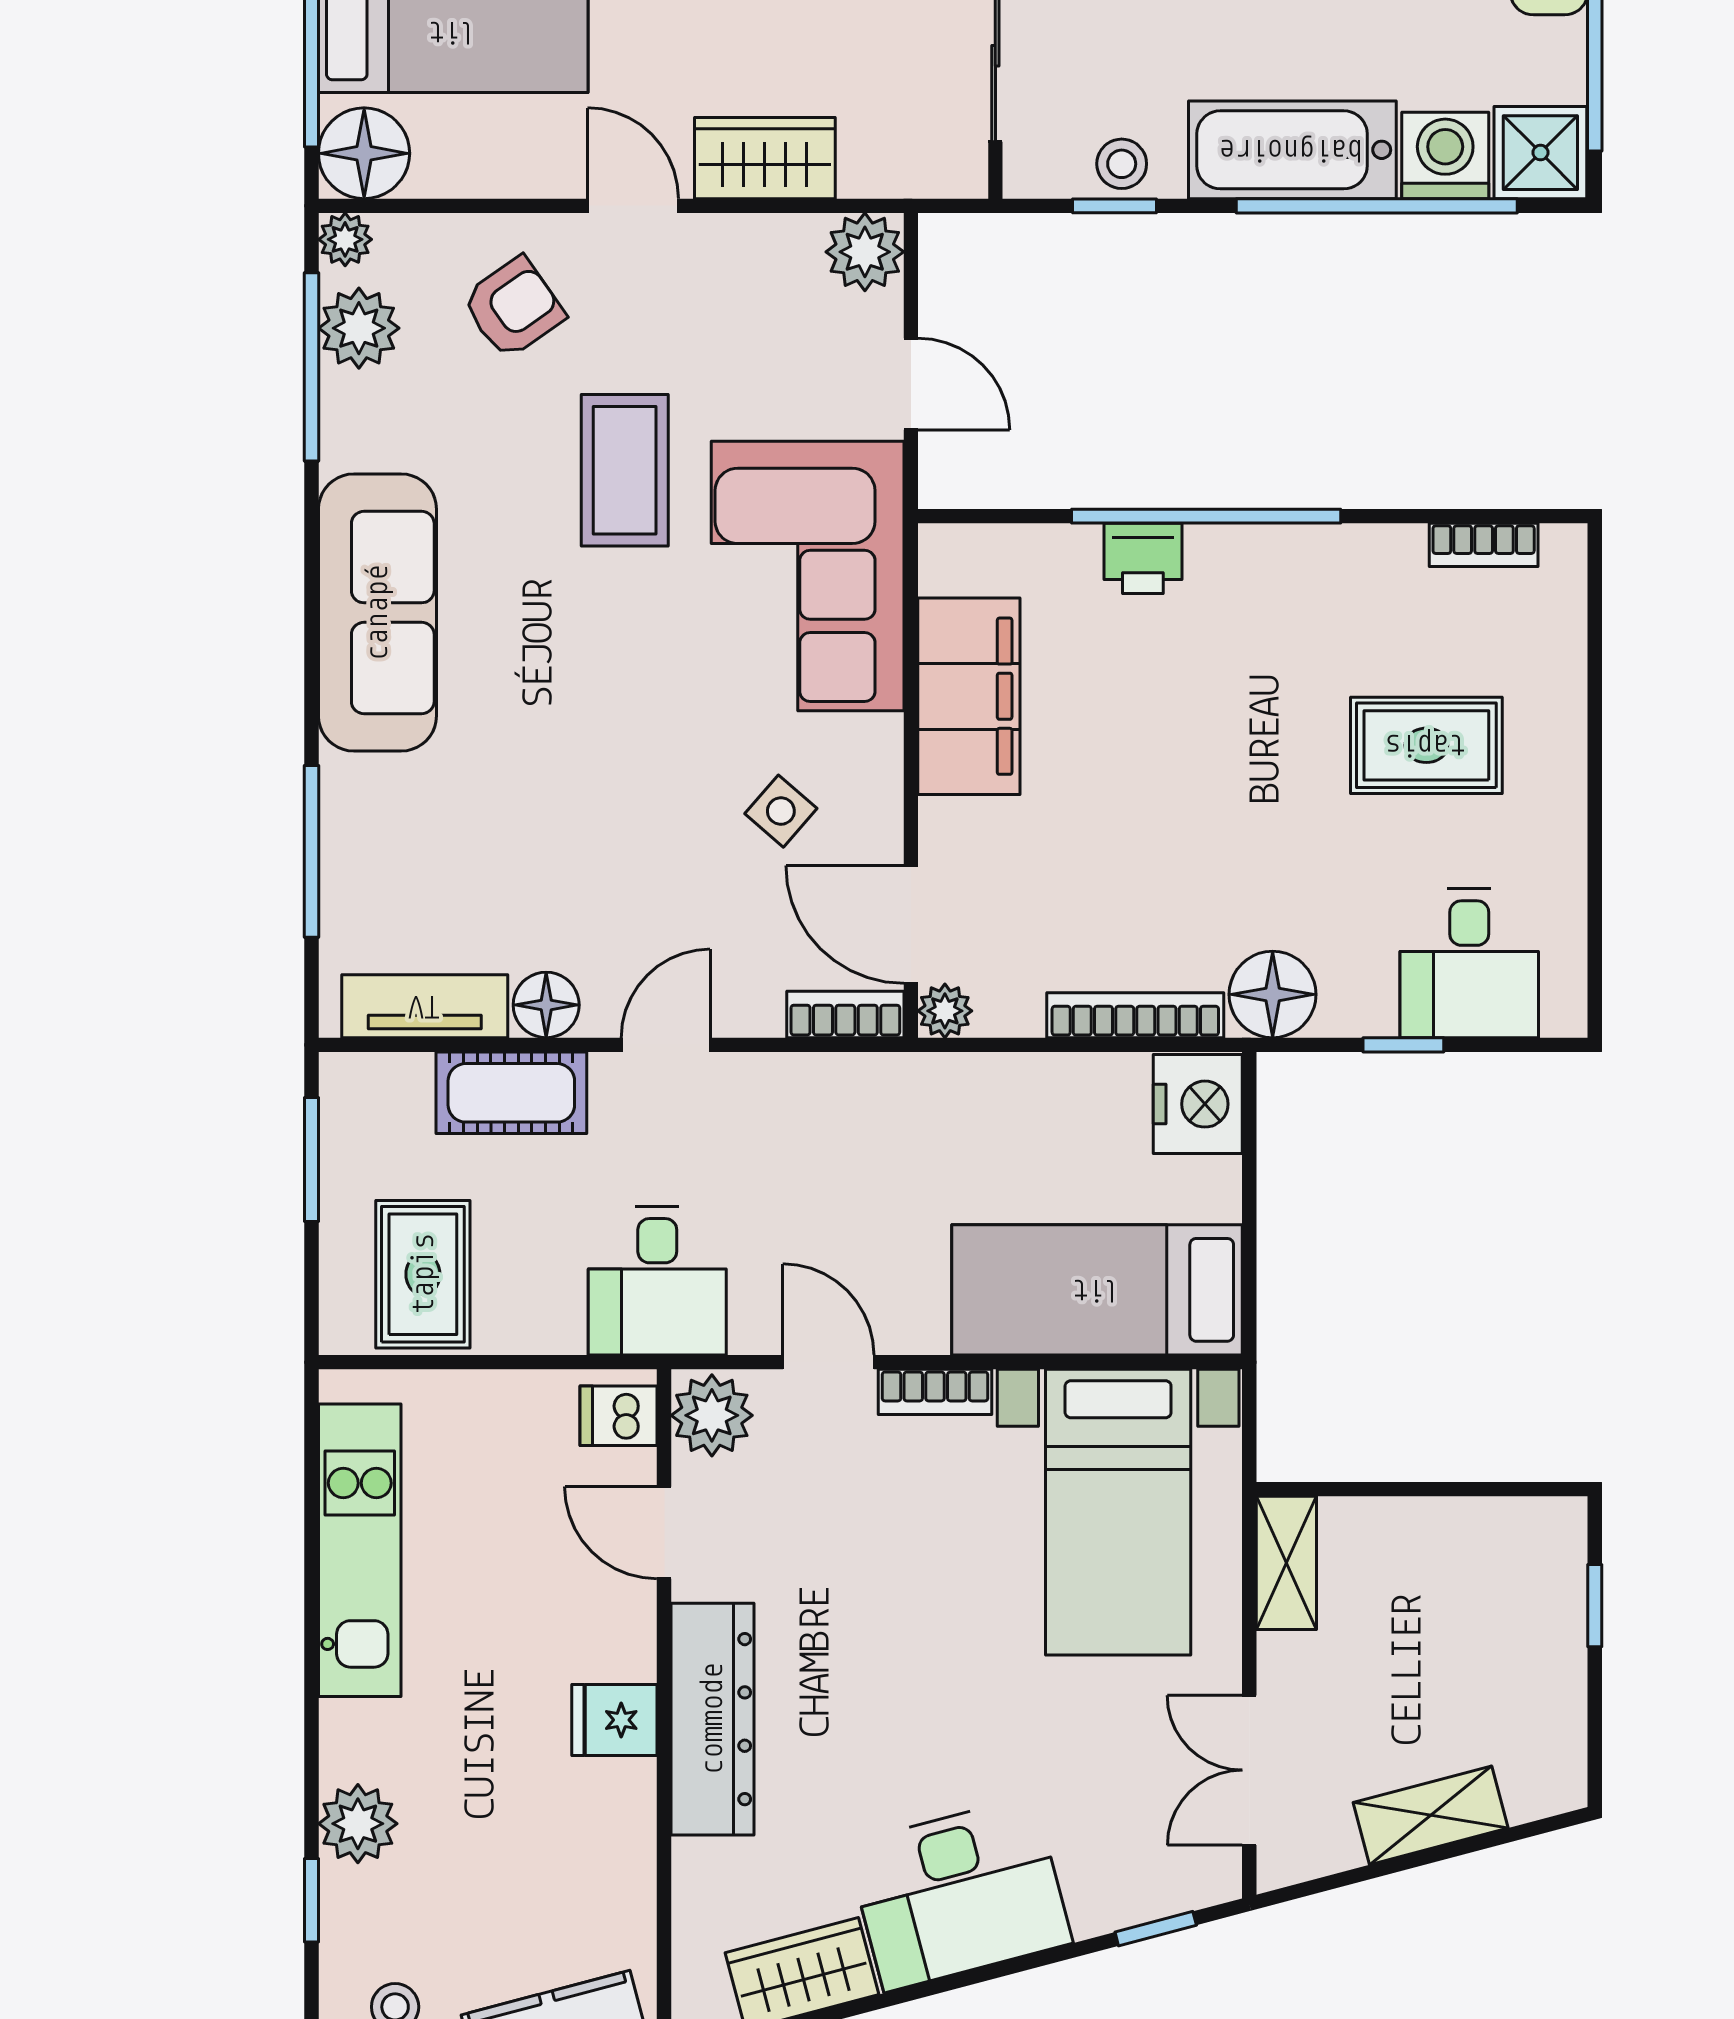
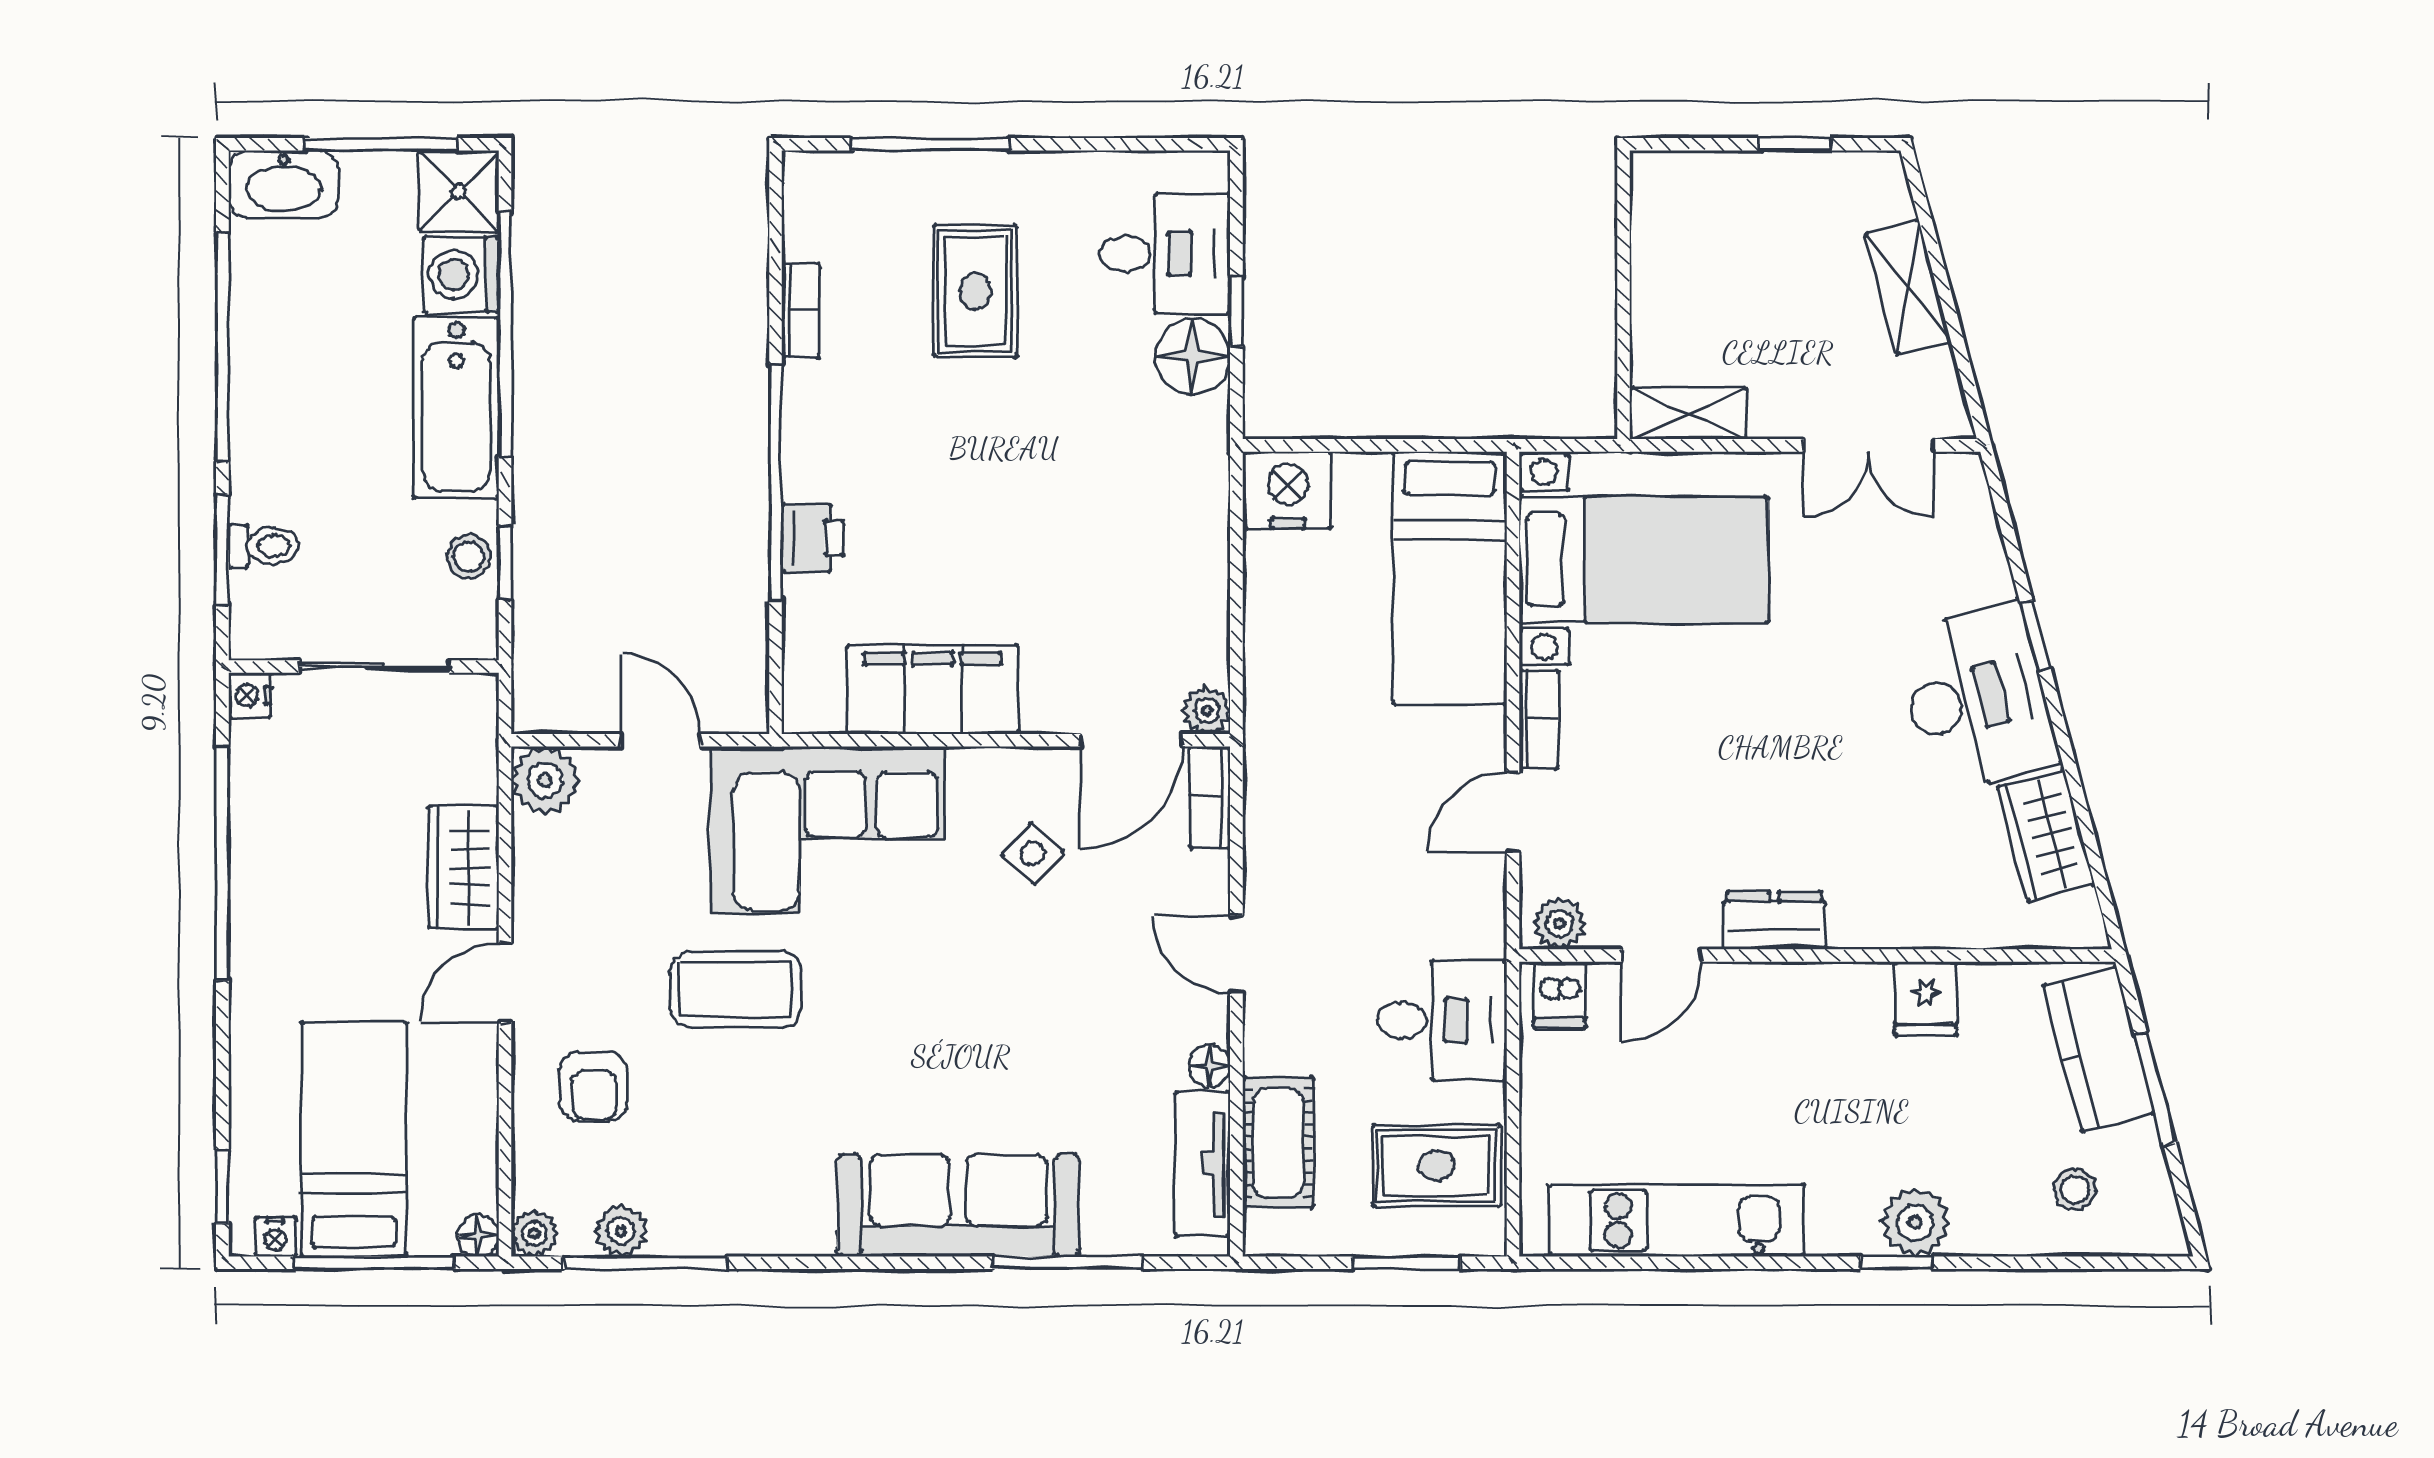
floor lamp: (364, 153) -> (478, 1236), width x0.53, depth x0.53
armchair: (513, 308) -> (594, 1087), turned -145
plant: (359, 328) -> (621, 1231), width x0.73, depth x0.73
door: (911, 384) -> (660, 740), hinge flipped
bookcase: (1484, 545) -> (801, 310), moved
sofa: (377, 613) -> (958, 1205), moved
window: (1595, 694) -> (930, 144), added
floor lamp: (1273, 994) -> (1192, 357), moved
floor lamp: (546, 1005) -> (1209, 1066), width x0.73, depth x0.73
bookcase: (1135, 1015) -> (1211, 545), removed
cot: (511, 1093) -> (1278, 1143), moved
window: (311, 1160) -> (1406, 1263), moved
desk: (657, 1281) -> (1442, 1020), moved
plant: (712, 1415) -> (1559, 923), width x0.73, depth x0.73
window: (1595, 1606) -> (1795, 144), moved
dresser: (712, 1719) -> (1774, 920), width x0.51, depth x0.80
fridge: (614, 1720) -> (1926, 999), moved
window: (311, 1900) -> (1896, 1263), moved
window: (1156, 1929) -> (2035, 636), moved

